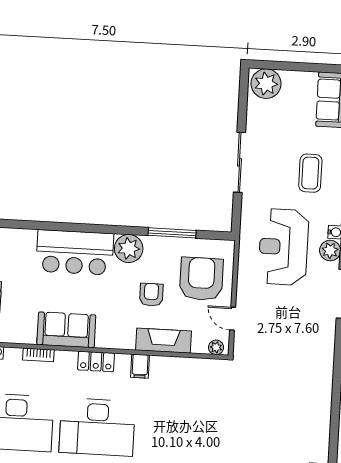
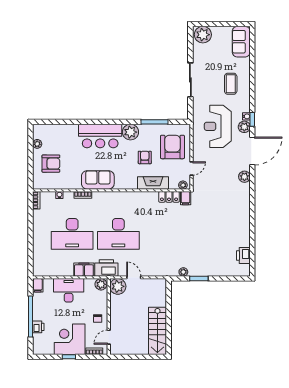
door: (233, 319) -> (191, 168), swing flipped
plant: (325, 338) -> (244, 177), added
locker: (96, 361) -> (169, 197), moved
filing cabinet: (140, 366) -> (186, 198), moved

